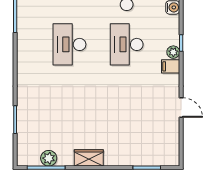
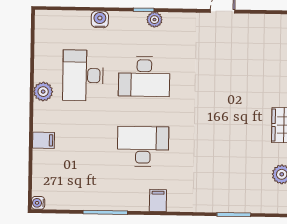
desk: (69, 44) -> (143, 146), turned 180
filing cabinet: (171, 66) -> (158, 200), moved, turned 180

